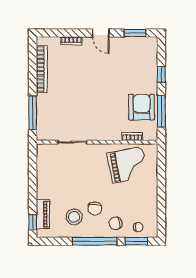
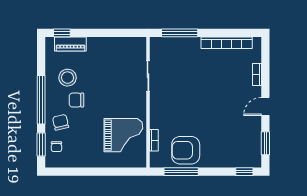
window: (161, 75) -> (244, 172), moved
armchair: (142, 107) -> (186, 150), turned 180
grand piano: (128, 165) -> (123, 135), turned -79

